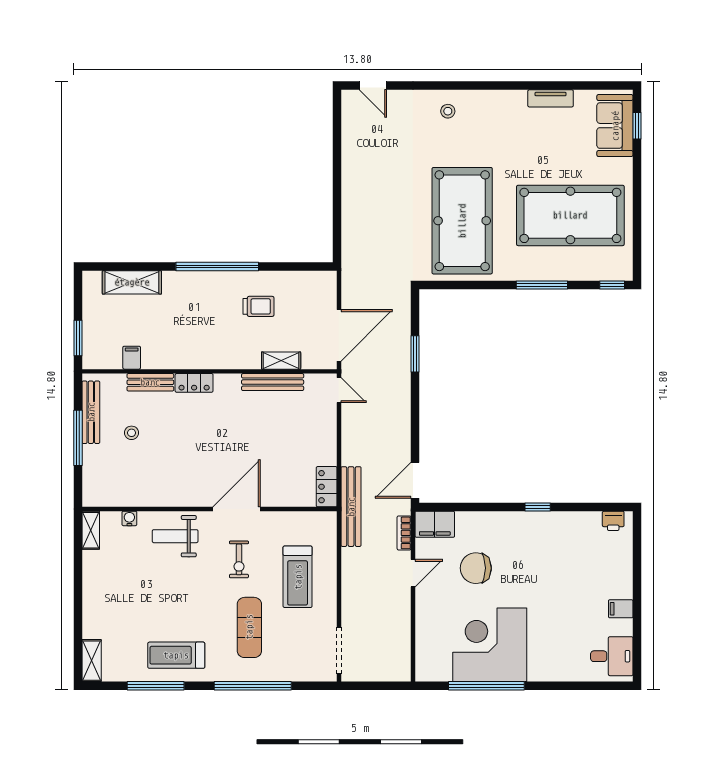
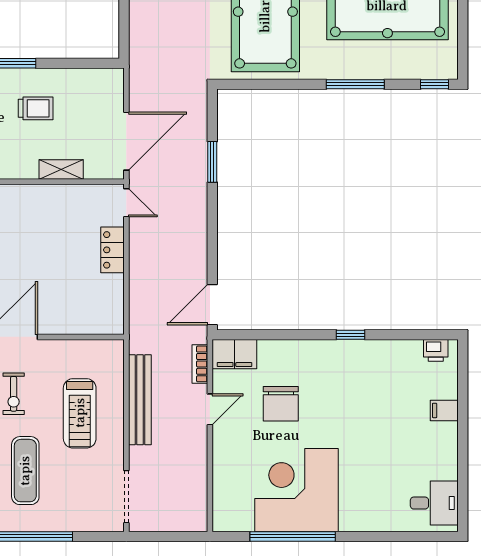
bench: (273, 382) -> (52, 194), removed
locker: (327, 487) -> (113, 250), moved
bench: (351, 507) -> (140, 400), moved
chair: (476, 568) -> (281, 404), turned -90
filing cabinet: (621, 609) -> (444, 410), moved

